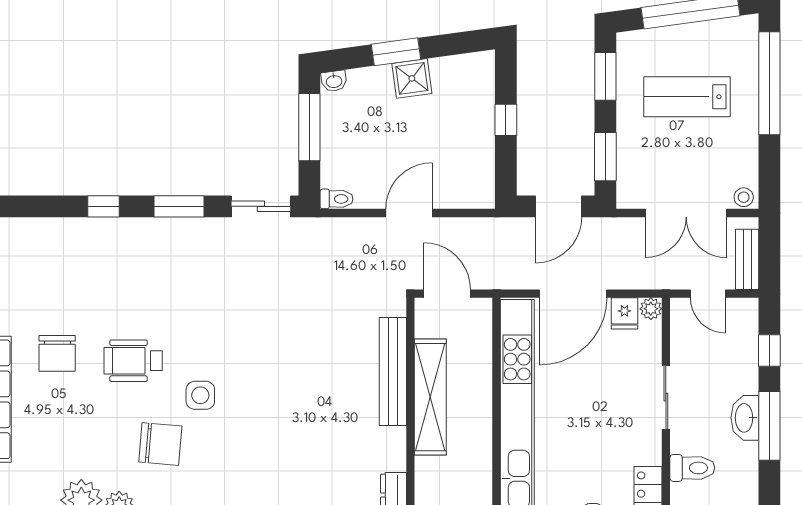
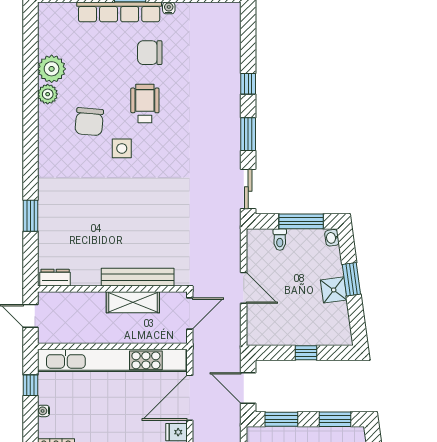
toilet: (337, 199) -> (280, 240), moved
door: (573, 294) -> (190, 398), hinge flipped
shelving: (430, 397) -> (133, 302), width x0.68

